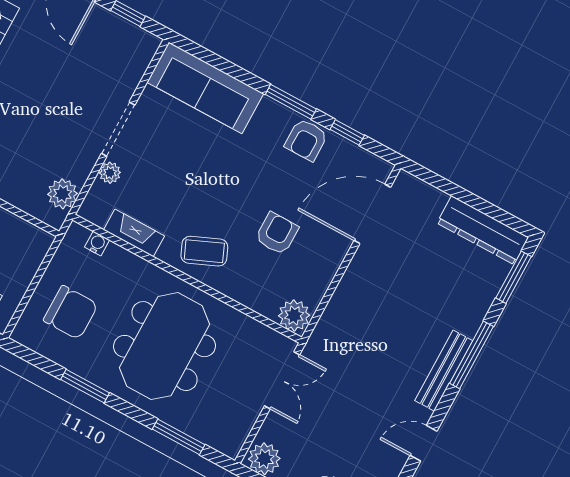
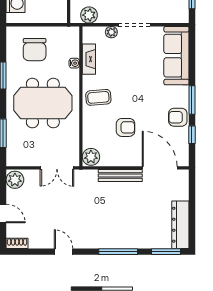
water cooler: (97, 244) -> (74, 63), moved
coffee table: (204, 251) -> (98, 97), turned -72
bench: (444, 371) -> (120, 176), moved

